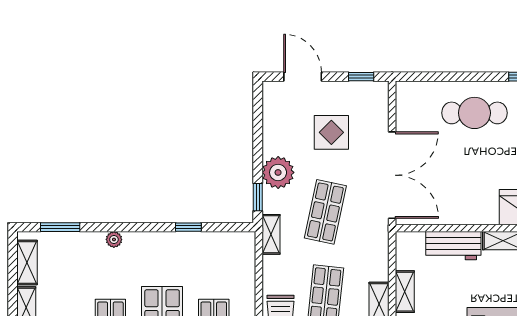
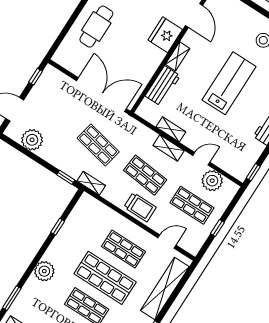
display table: (331, 132) -> (56, 113), removed
plant: (278, 172) -> (32, 140), moved
plant: (114, 239) -> (44, 271), width x1.88, depth x1.88

